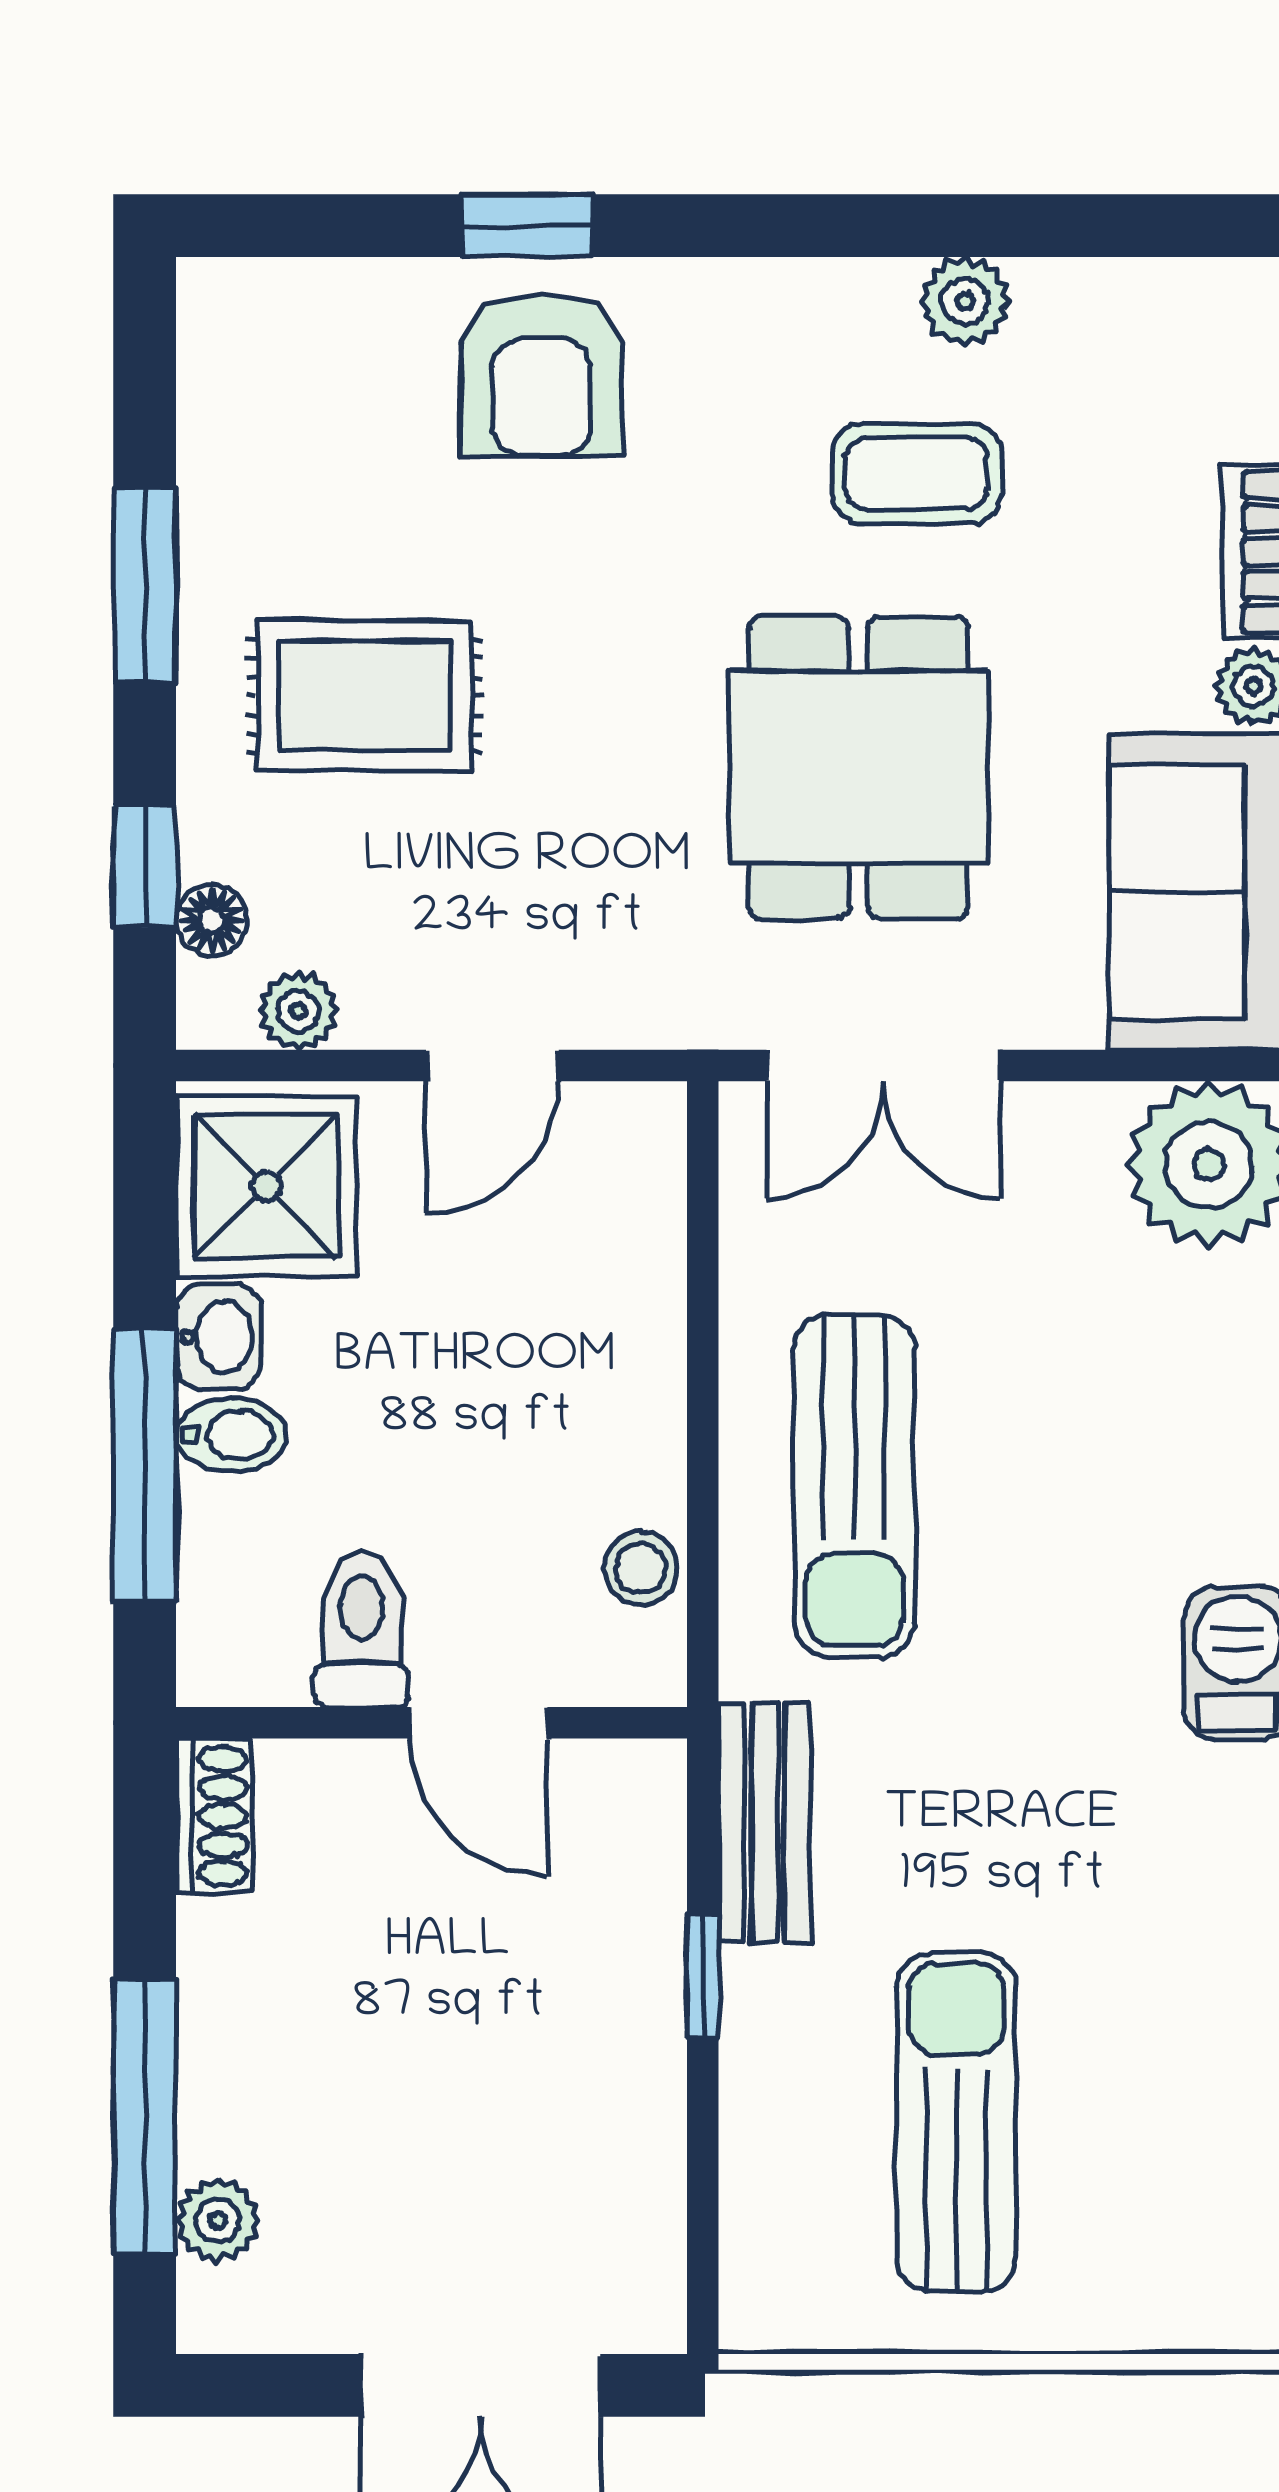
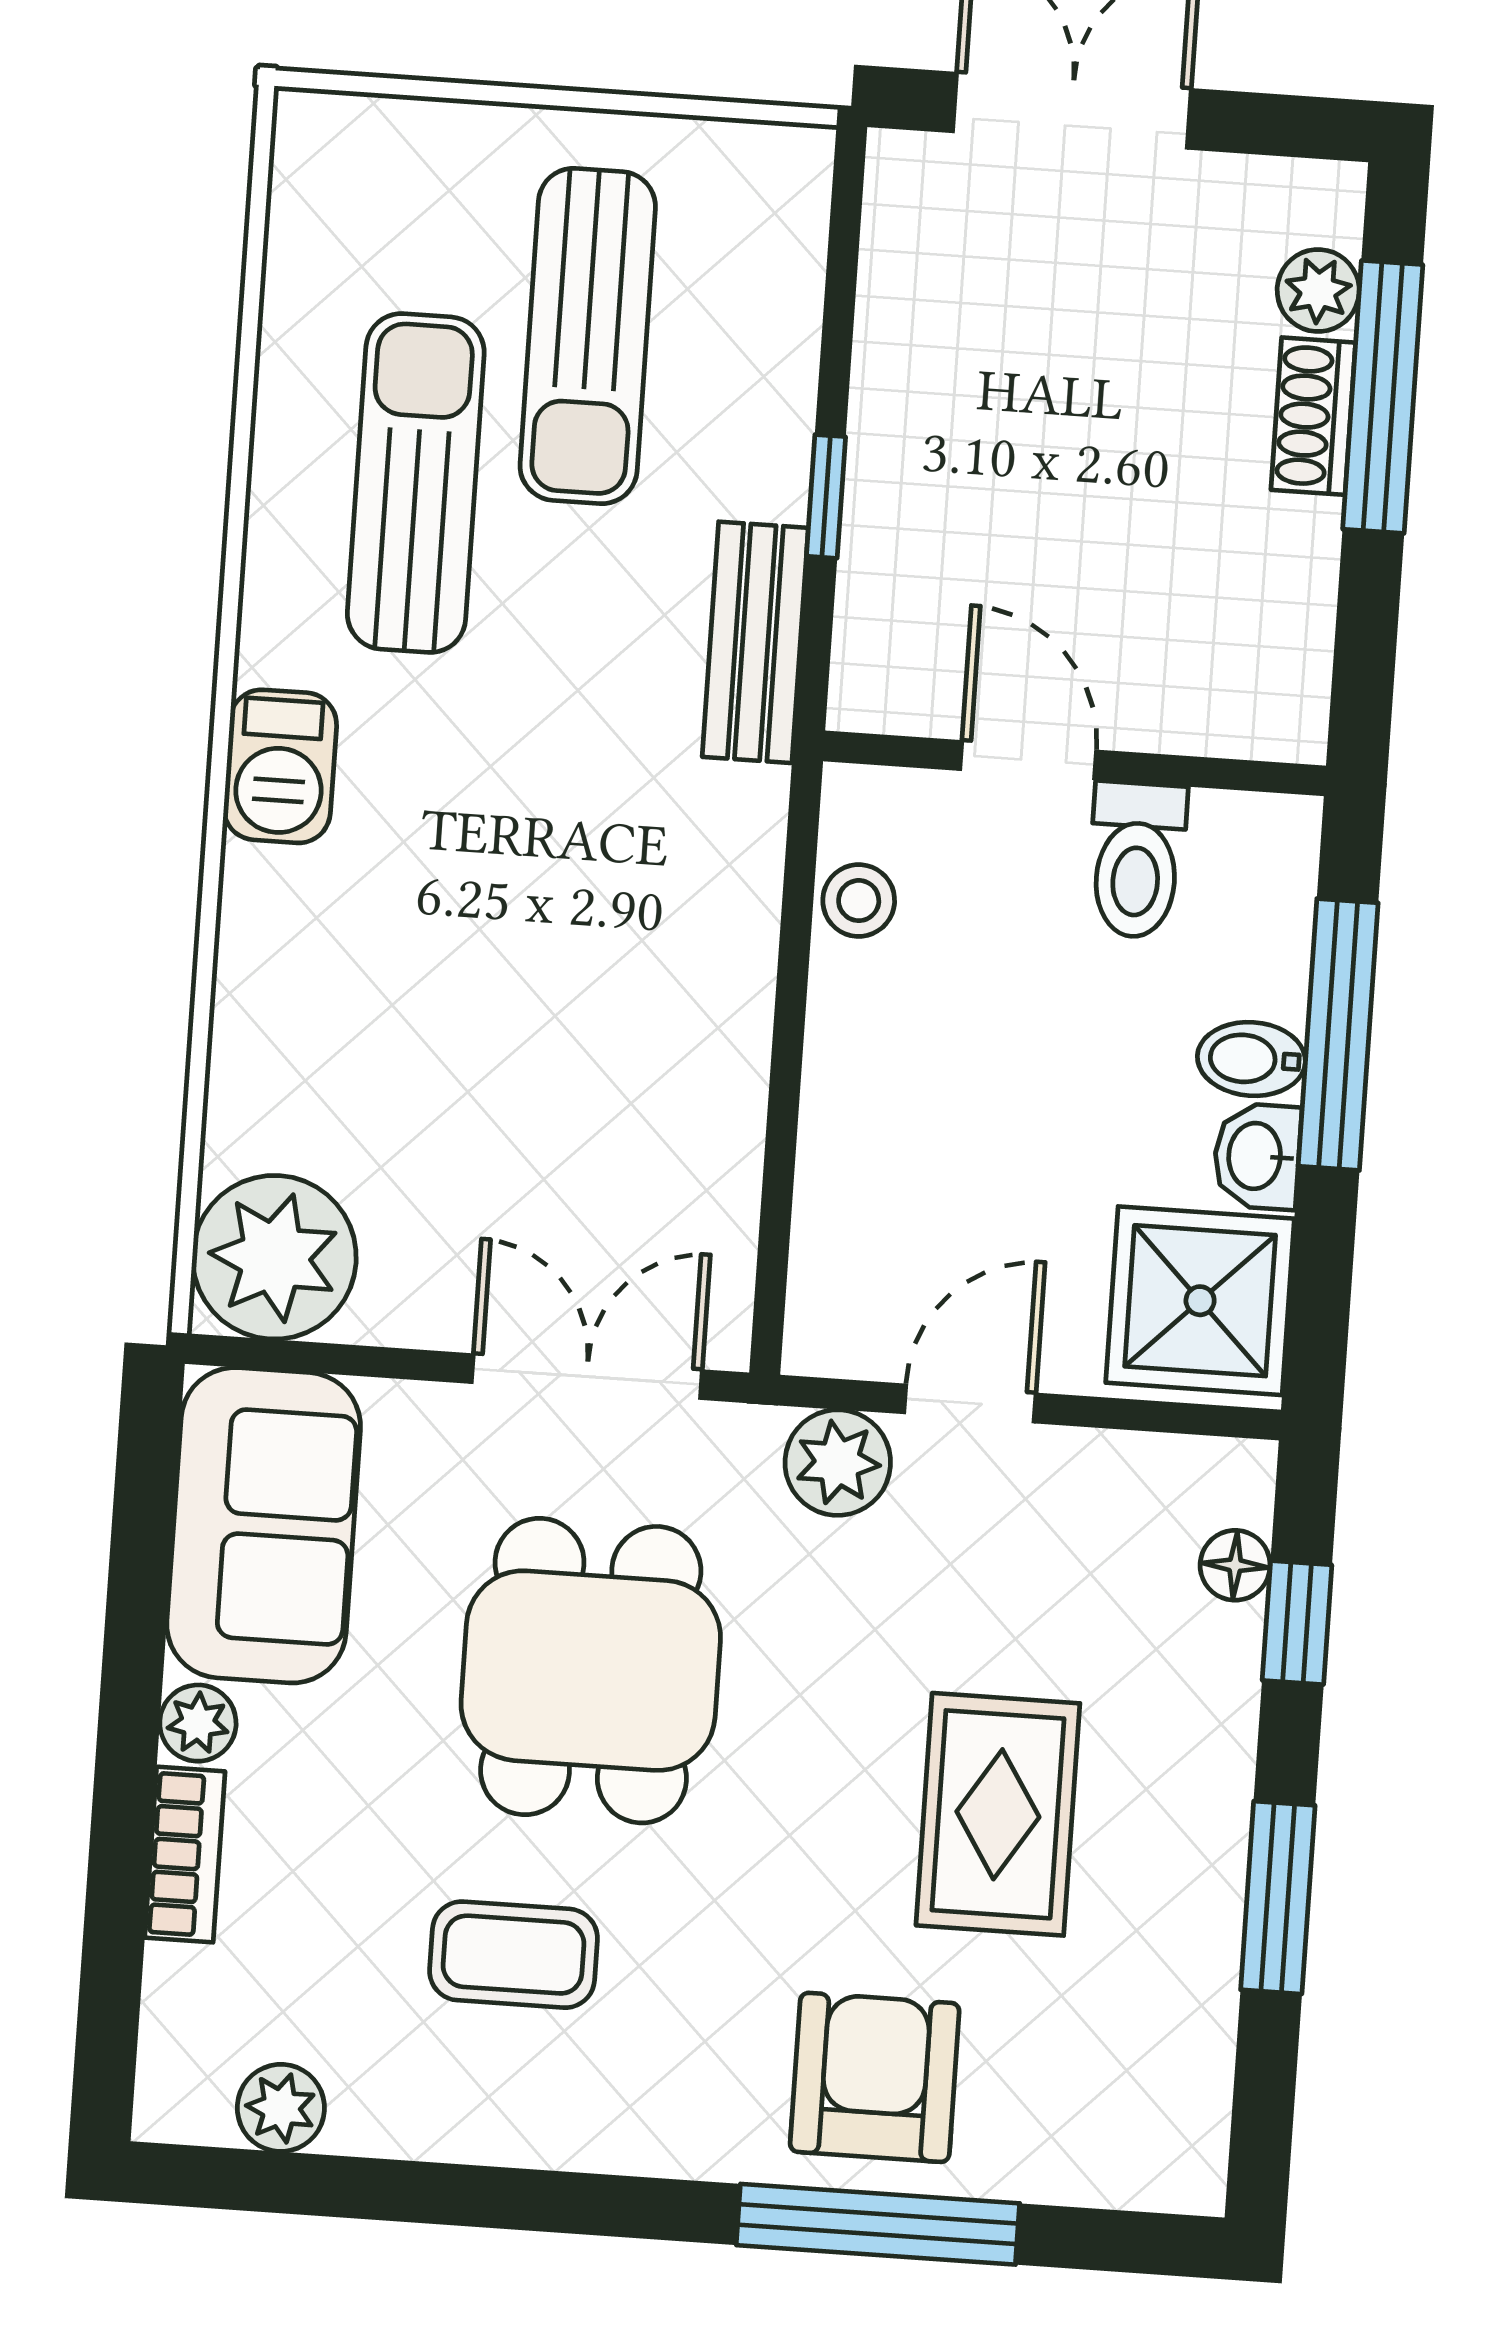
window: (527, 226) -> (878, 2224), width x2.17
plant: (965, 301) -> (281, 2108), moved
rug: (364, 696) -> (998, 1814), moved, turned 90
plant: (298, 1011) -> (838, 1463), moved, width x1.38, depth x1.38
sun lounger: (854, 1485) -> (416, 483), moved
shoe rack: (214, 1816) -> (1313, 416), moved

